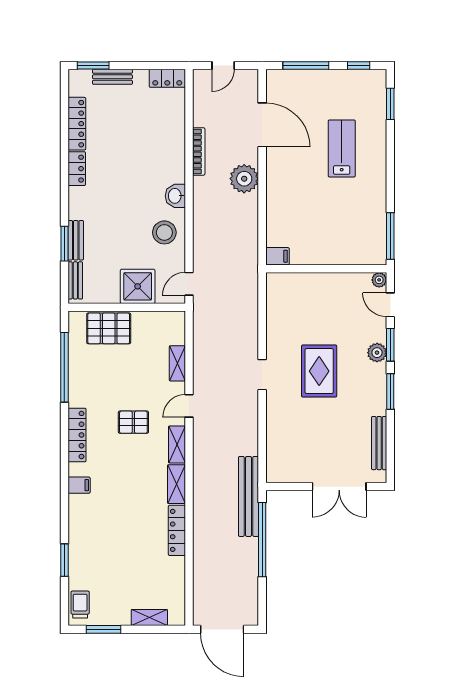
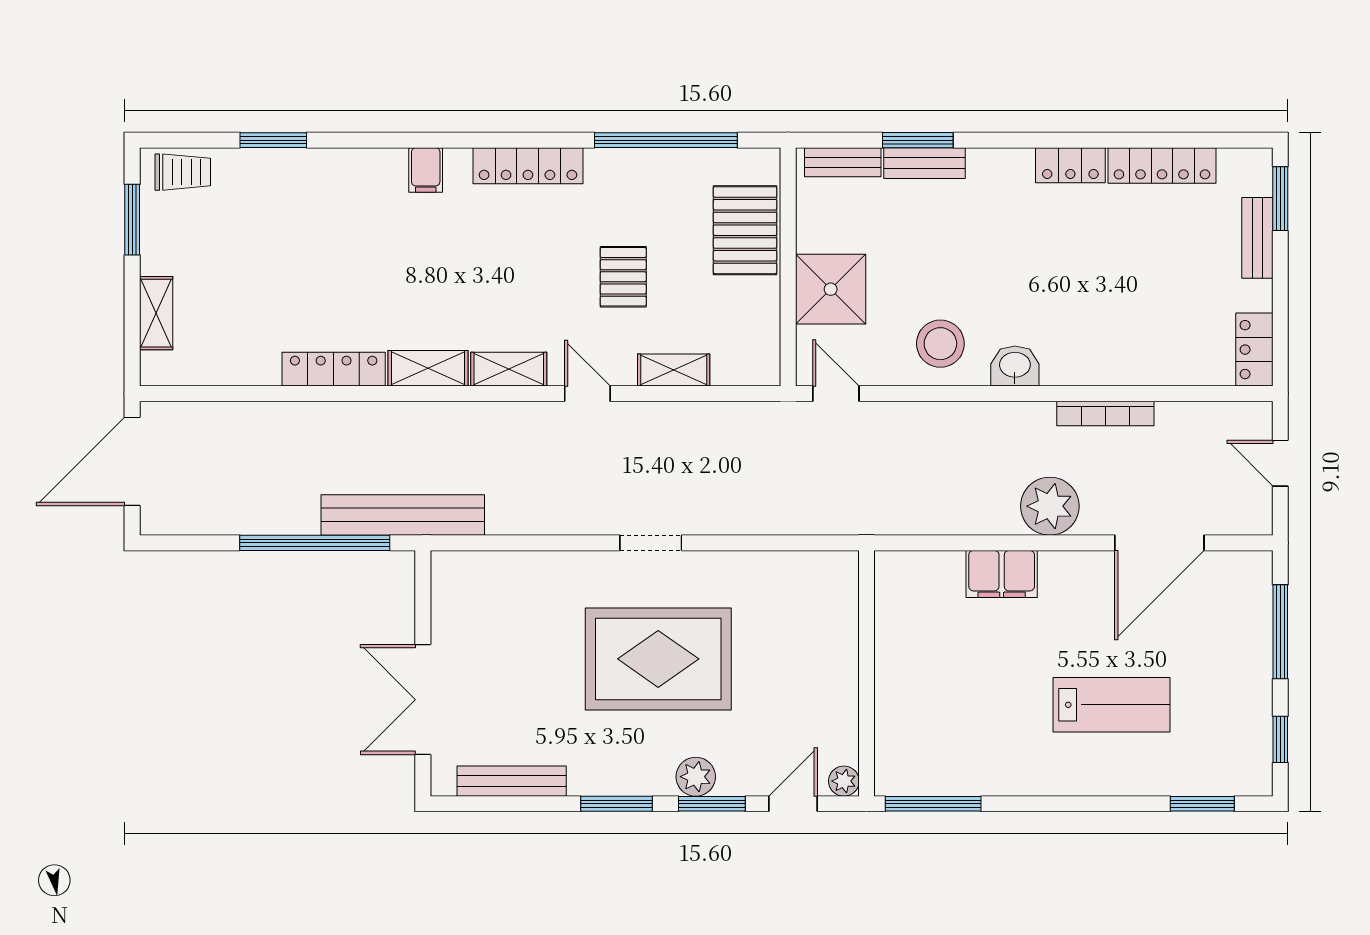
filing cabinet: (277, 256) -> (1002, 574), moved, width x2.00
rug: (319, 371) -> (658, 659), width x1.37, depth x1.44
pallet: (133, 422) -> (623, 277), moved

